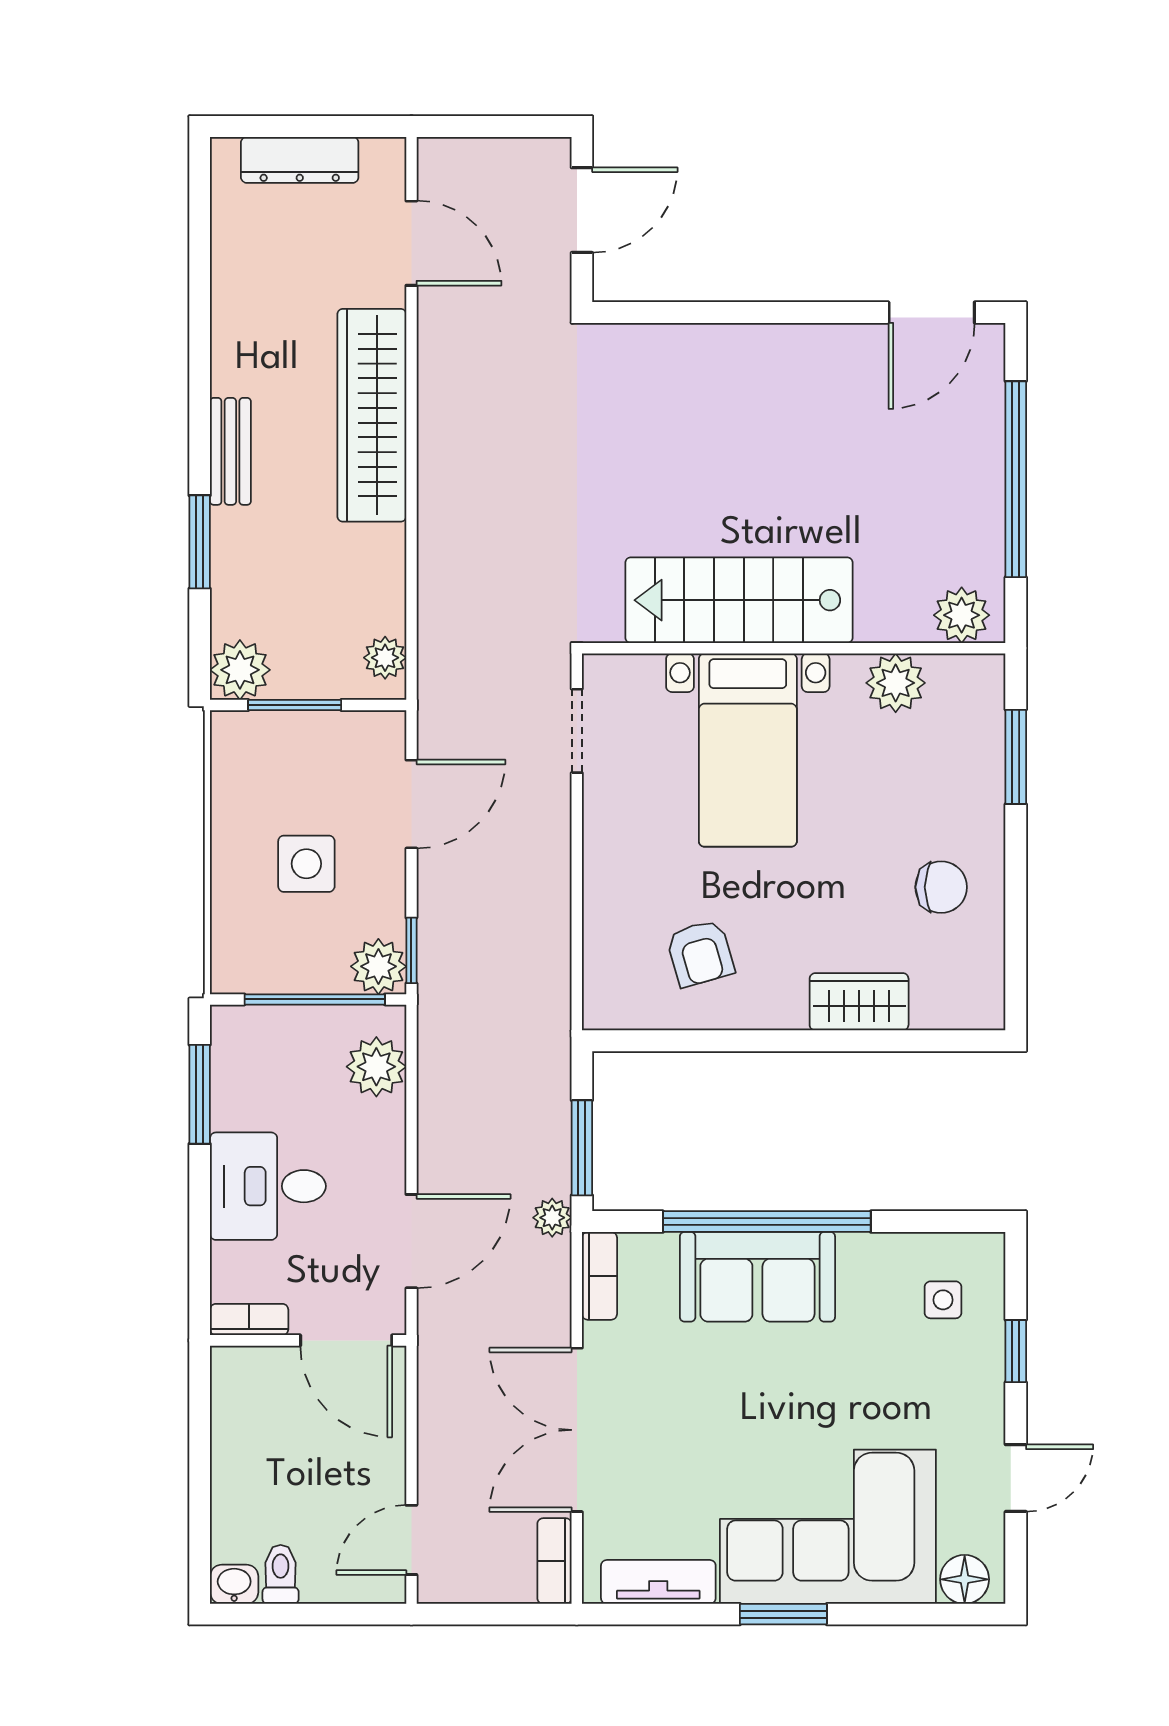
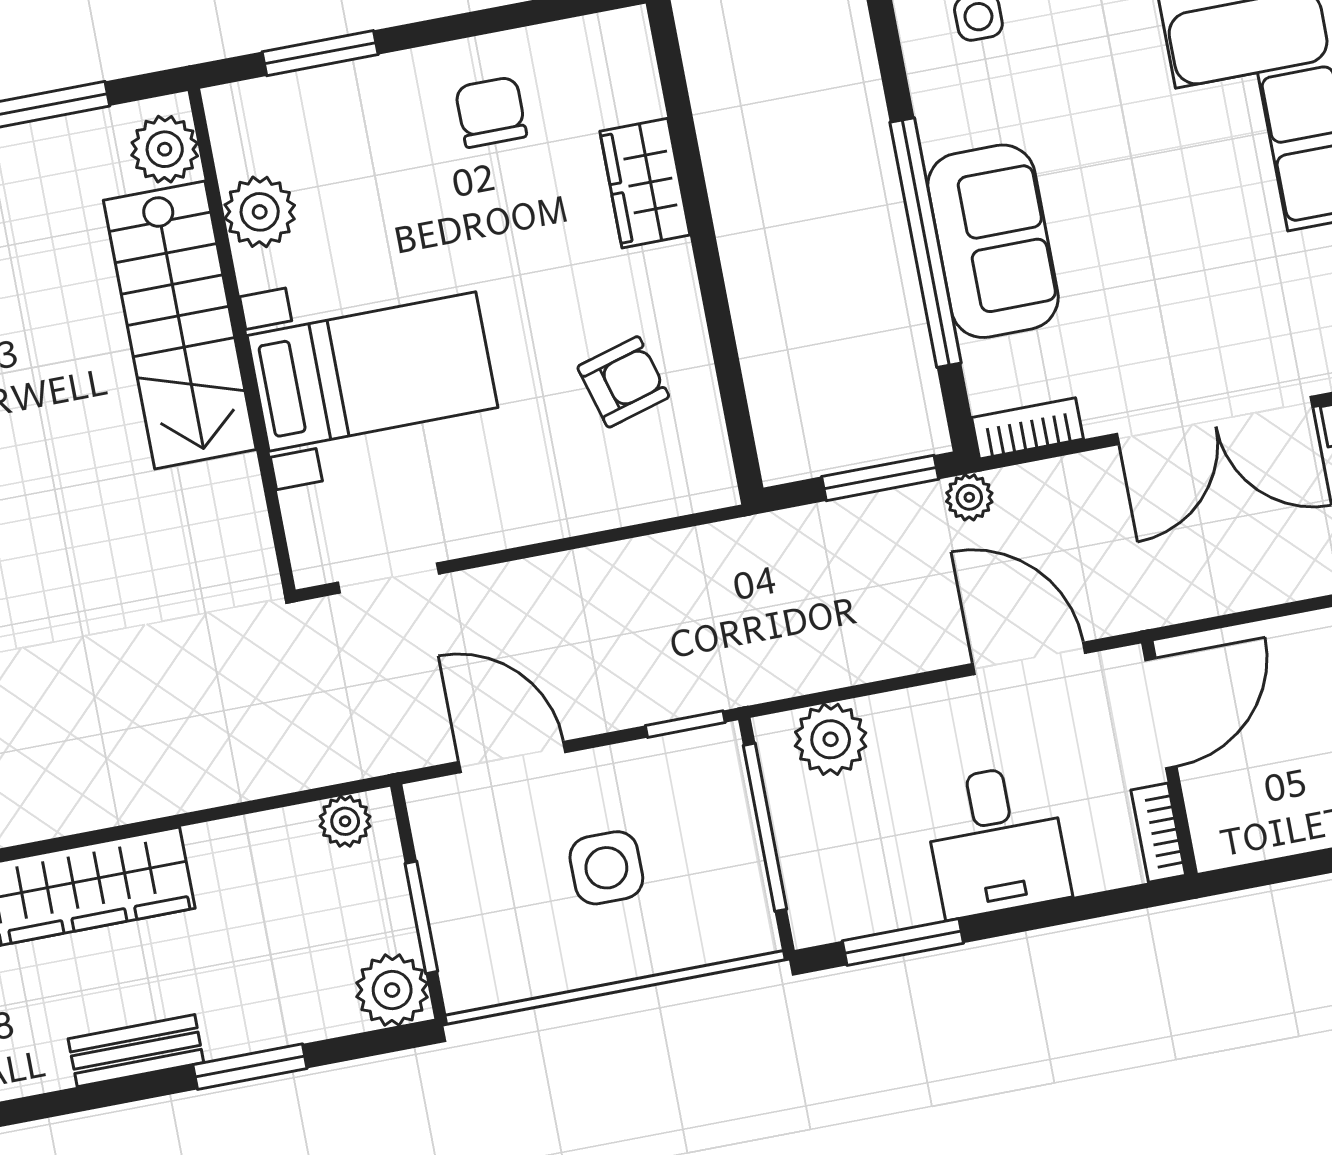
stairs: (739, 600) -> (180, 325), moved
plant: (378, 966) -> (712, 759), removed

